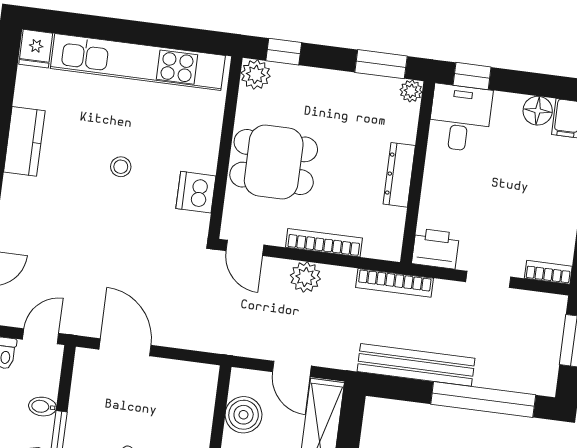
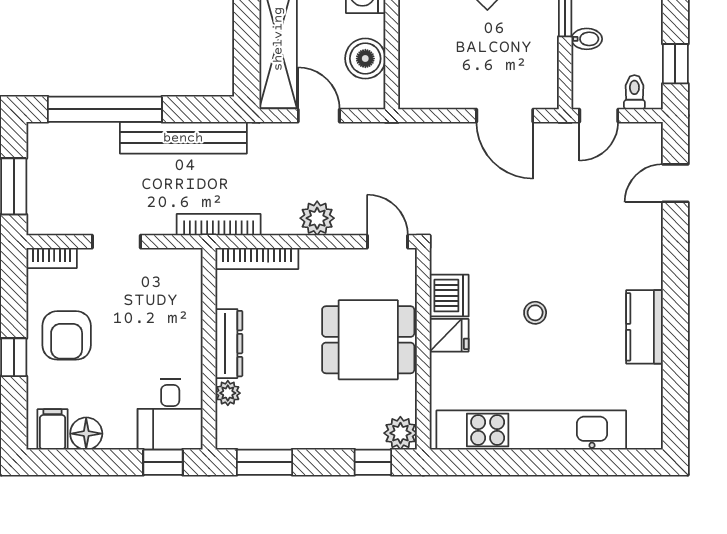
fridge: (36, 49) -> (449, 335), moved, turned 90
plant: (411, 91) -> (228, 393), moved
armchair: (544, 201) -> (67, 335), added
bookcase: (324, 243) -> (257, 259), moved
printer: (436, 249) -> (178, 268), removed

